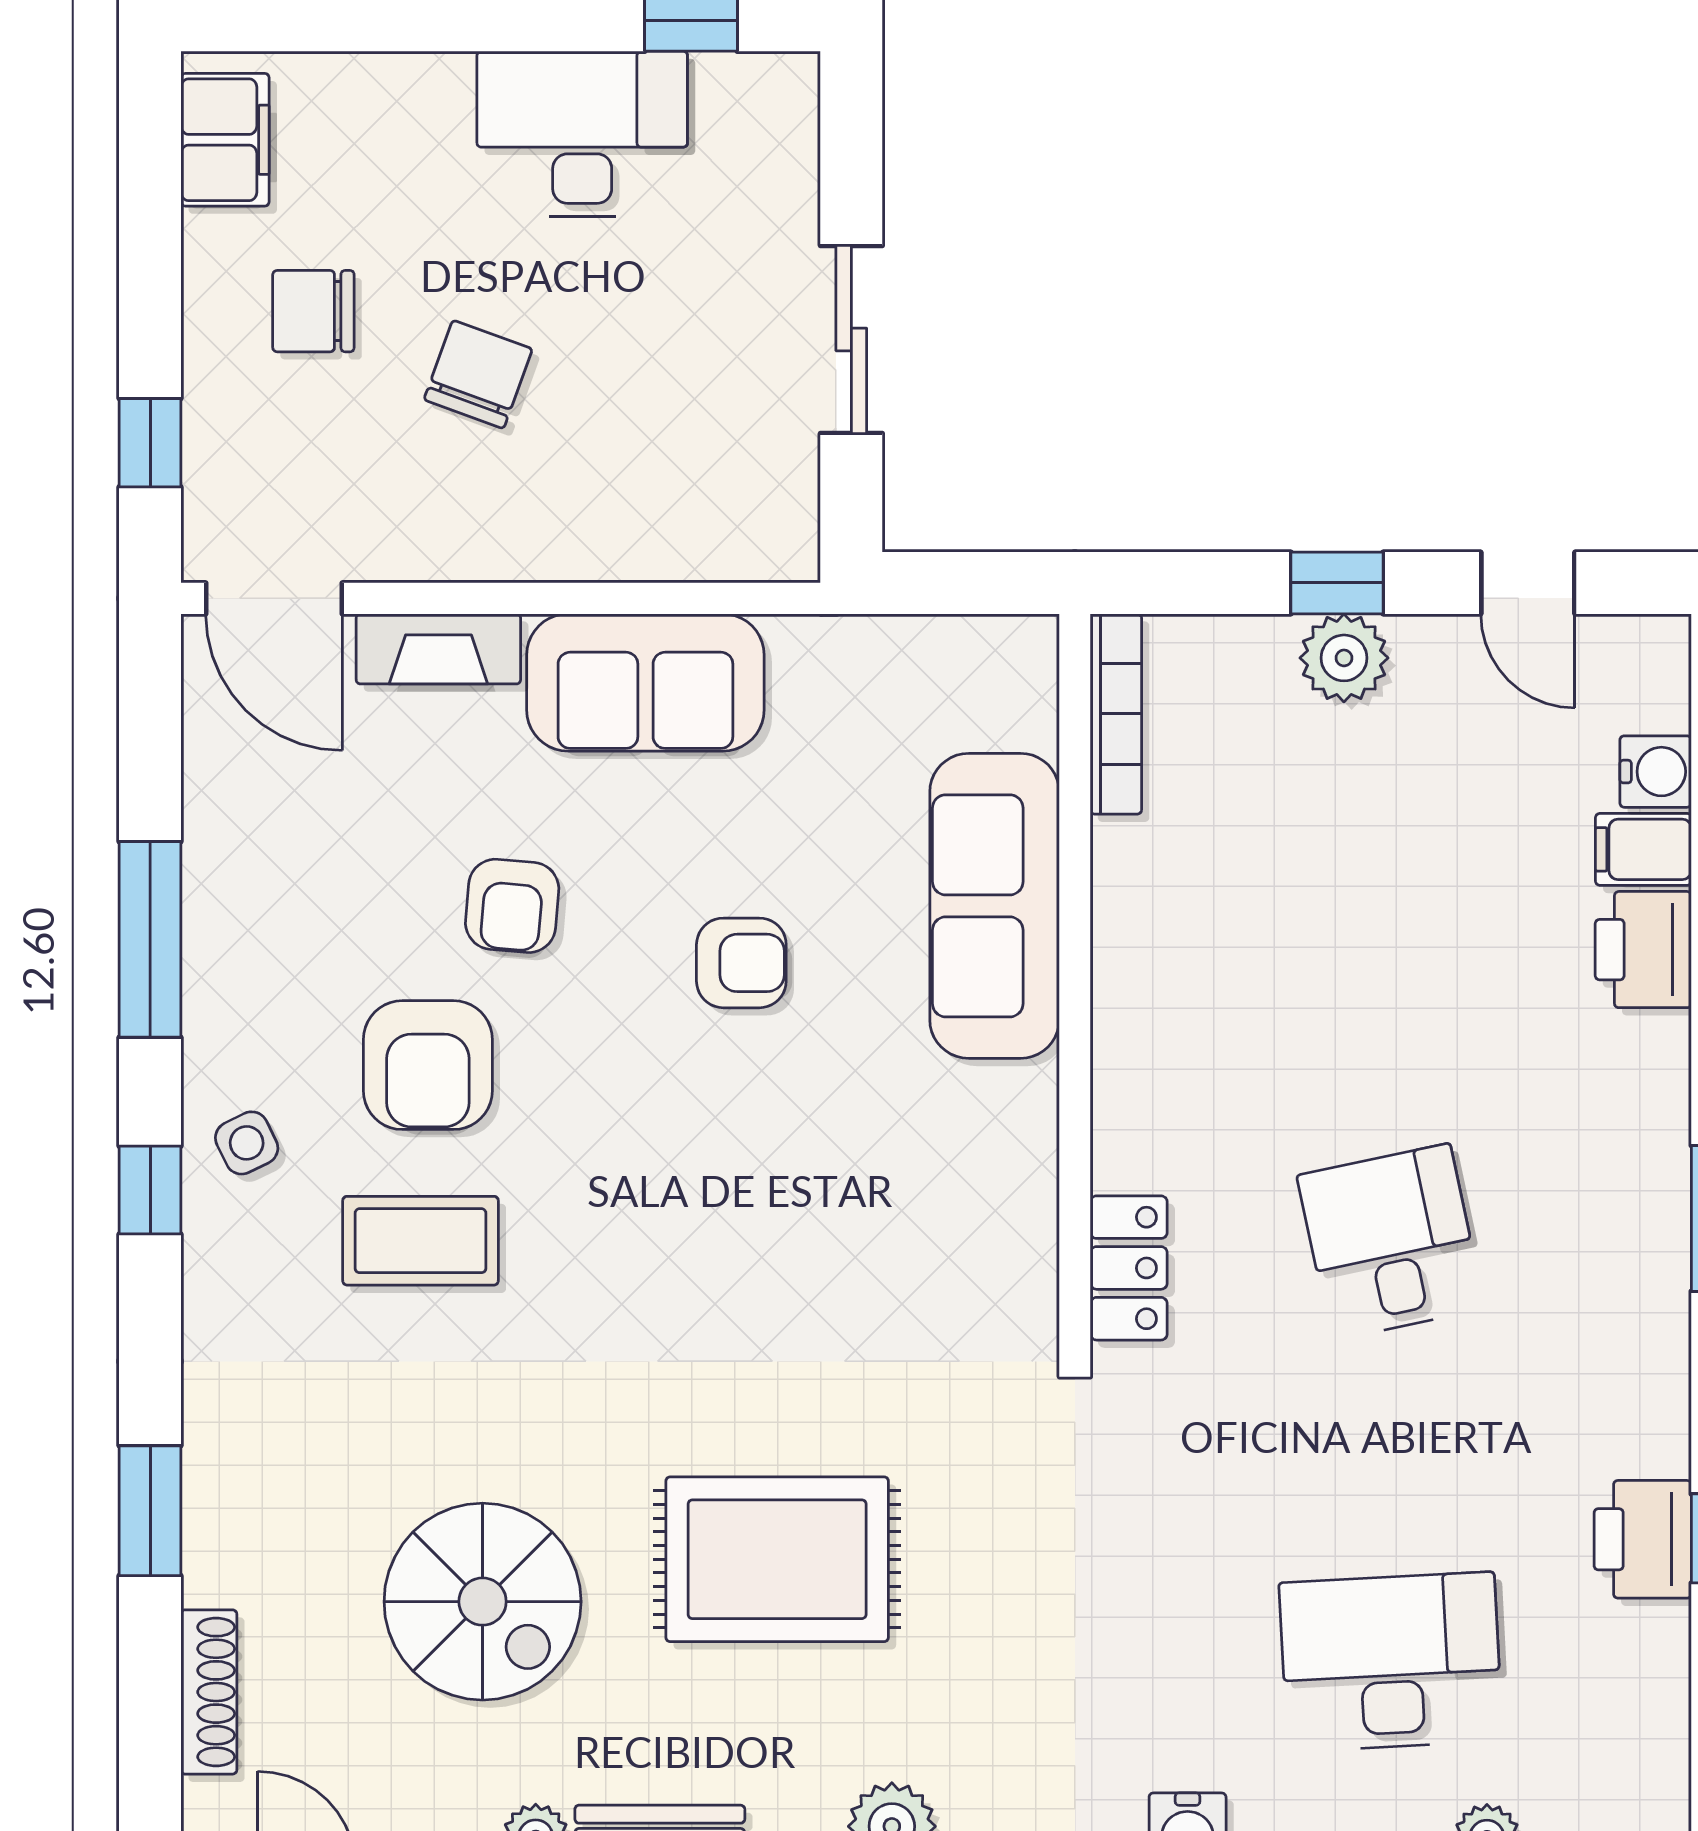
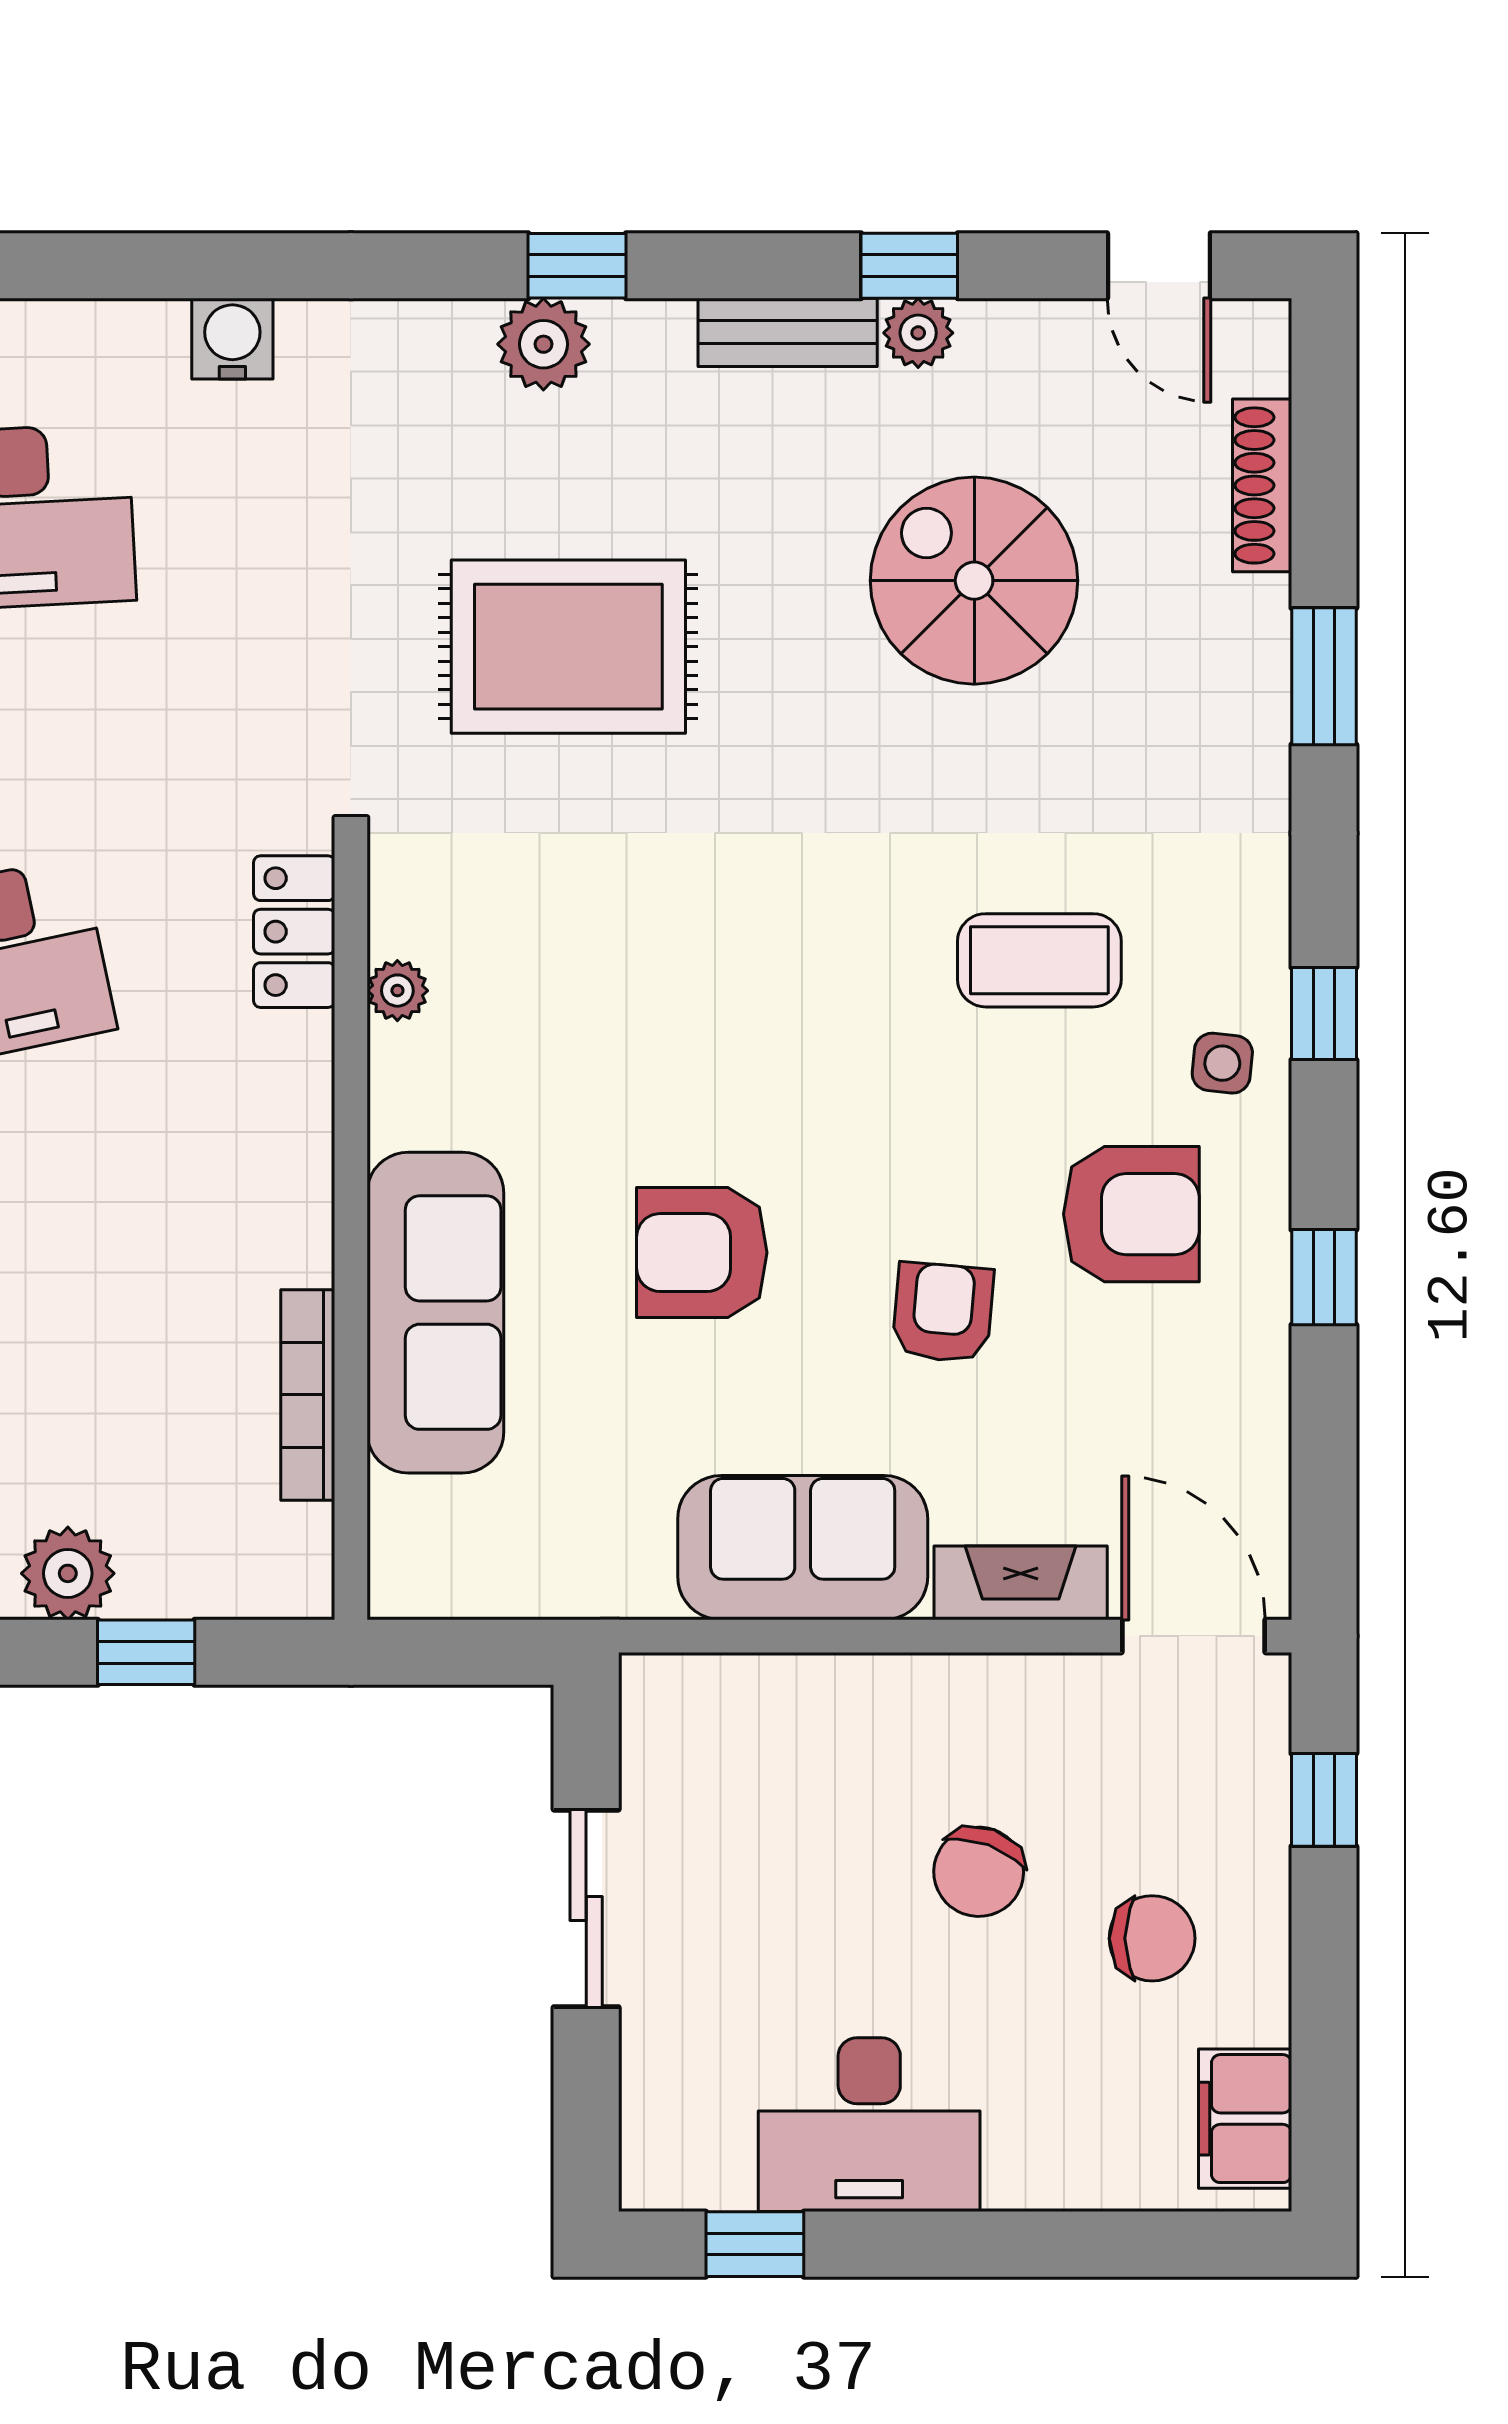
window: (1337, 583) -> (146, 1652), moved
bookcase: (1116, 714) -> (308, 1395), moved
window: (150, 939) -> (1324, 1277), width x0.46
armchair: (741, 963) -> (702, 1253), width x1.38, depth x1.38
armchair: (428, 1065) -> (1131, 1214), moved, turned 90
side table: (247, 1143) -> (1222, 1063), turned 32
plant: (1031, 1212) -> (397, 991), added
rug: (777, 1559) -> (568, 647), moved

